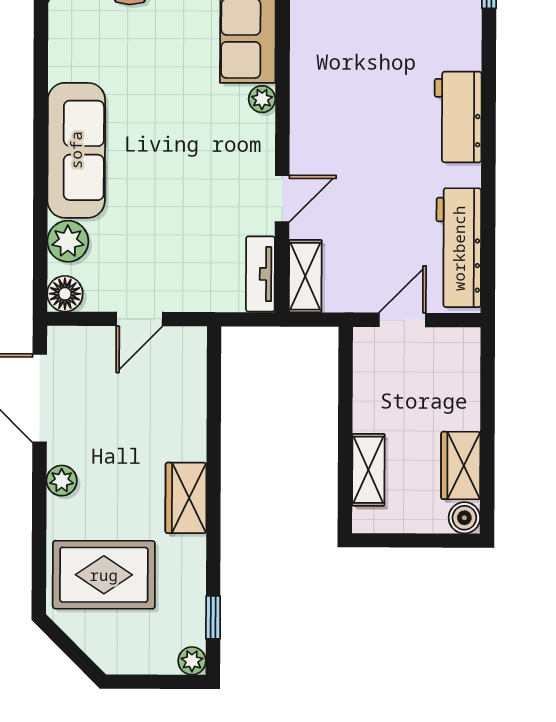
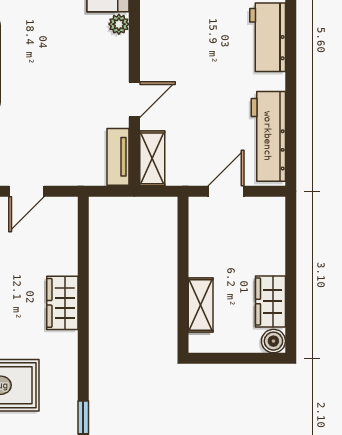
wardrobe: (186, 498) -> (62, 303), moved

